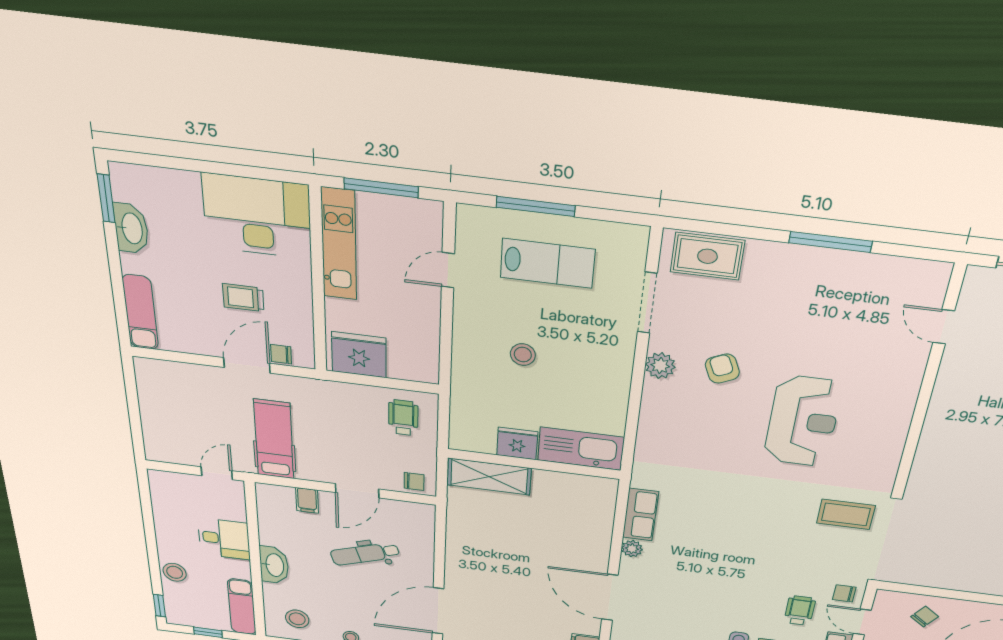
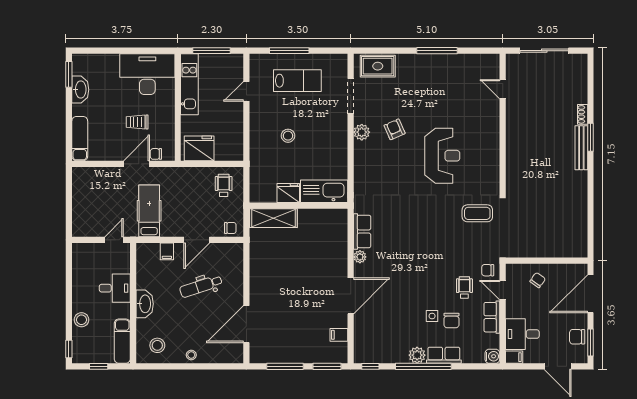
door: (610, 597) -> (351, 296), swing flipped

